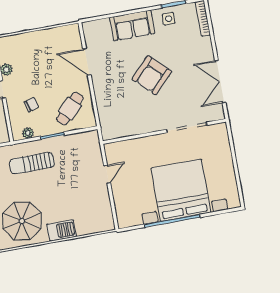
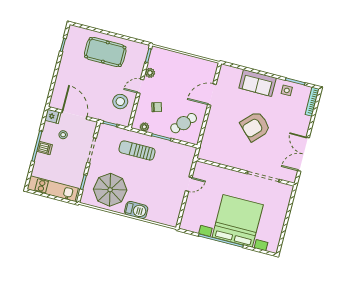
door: (87, 62) -> (212, 94), hinge flipped

